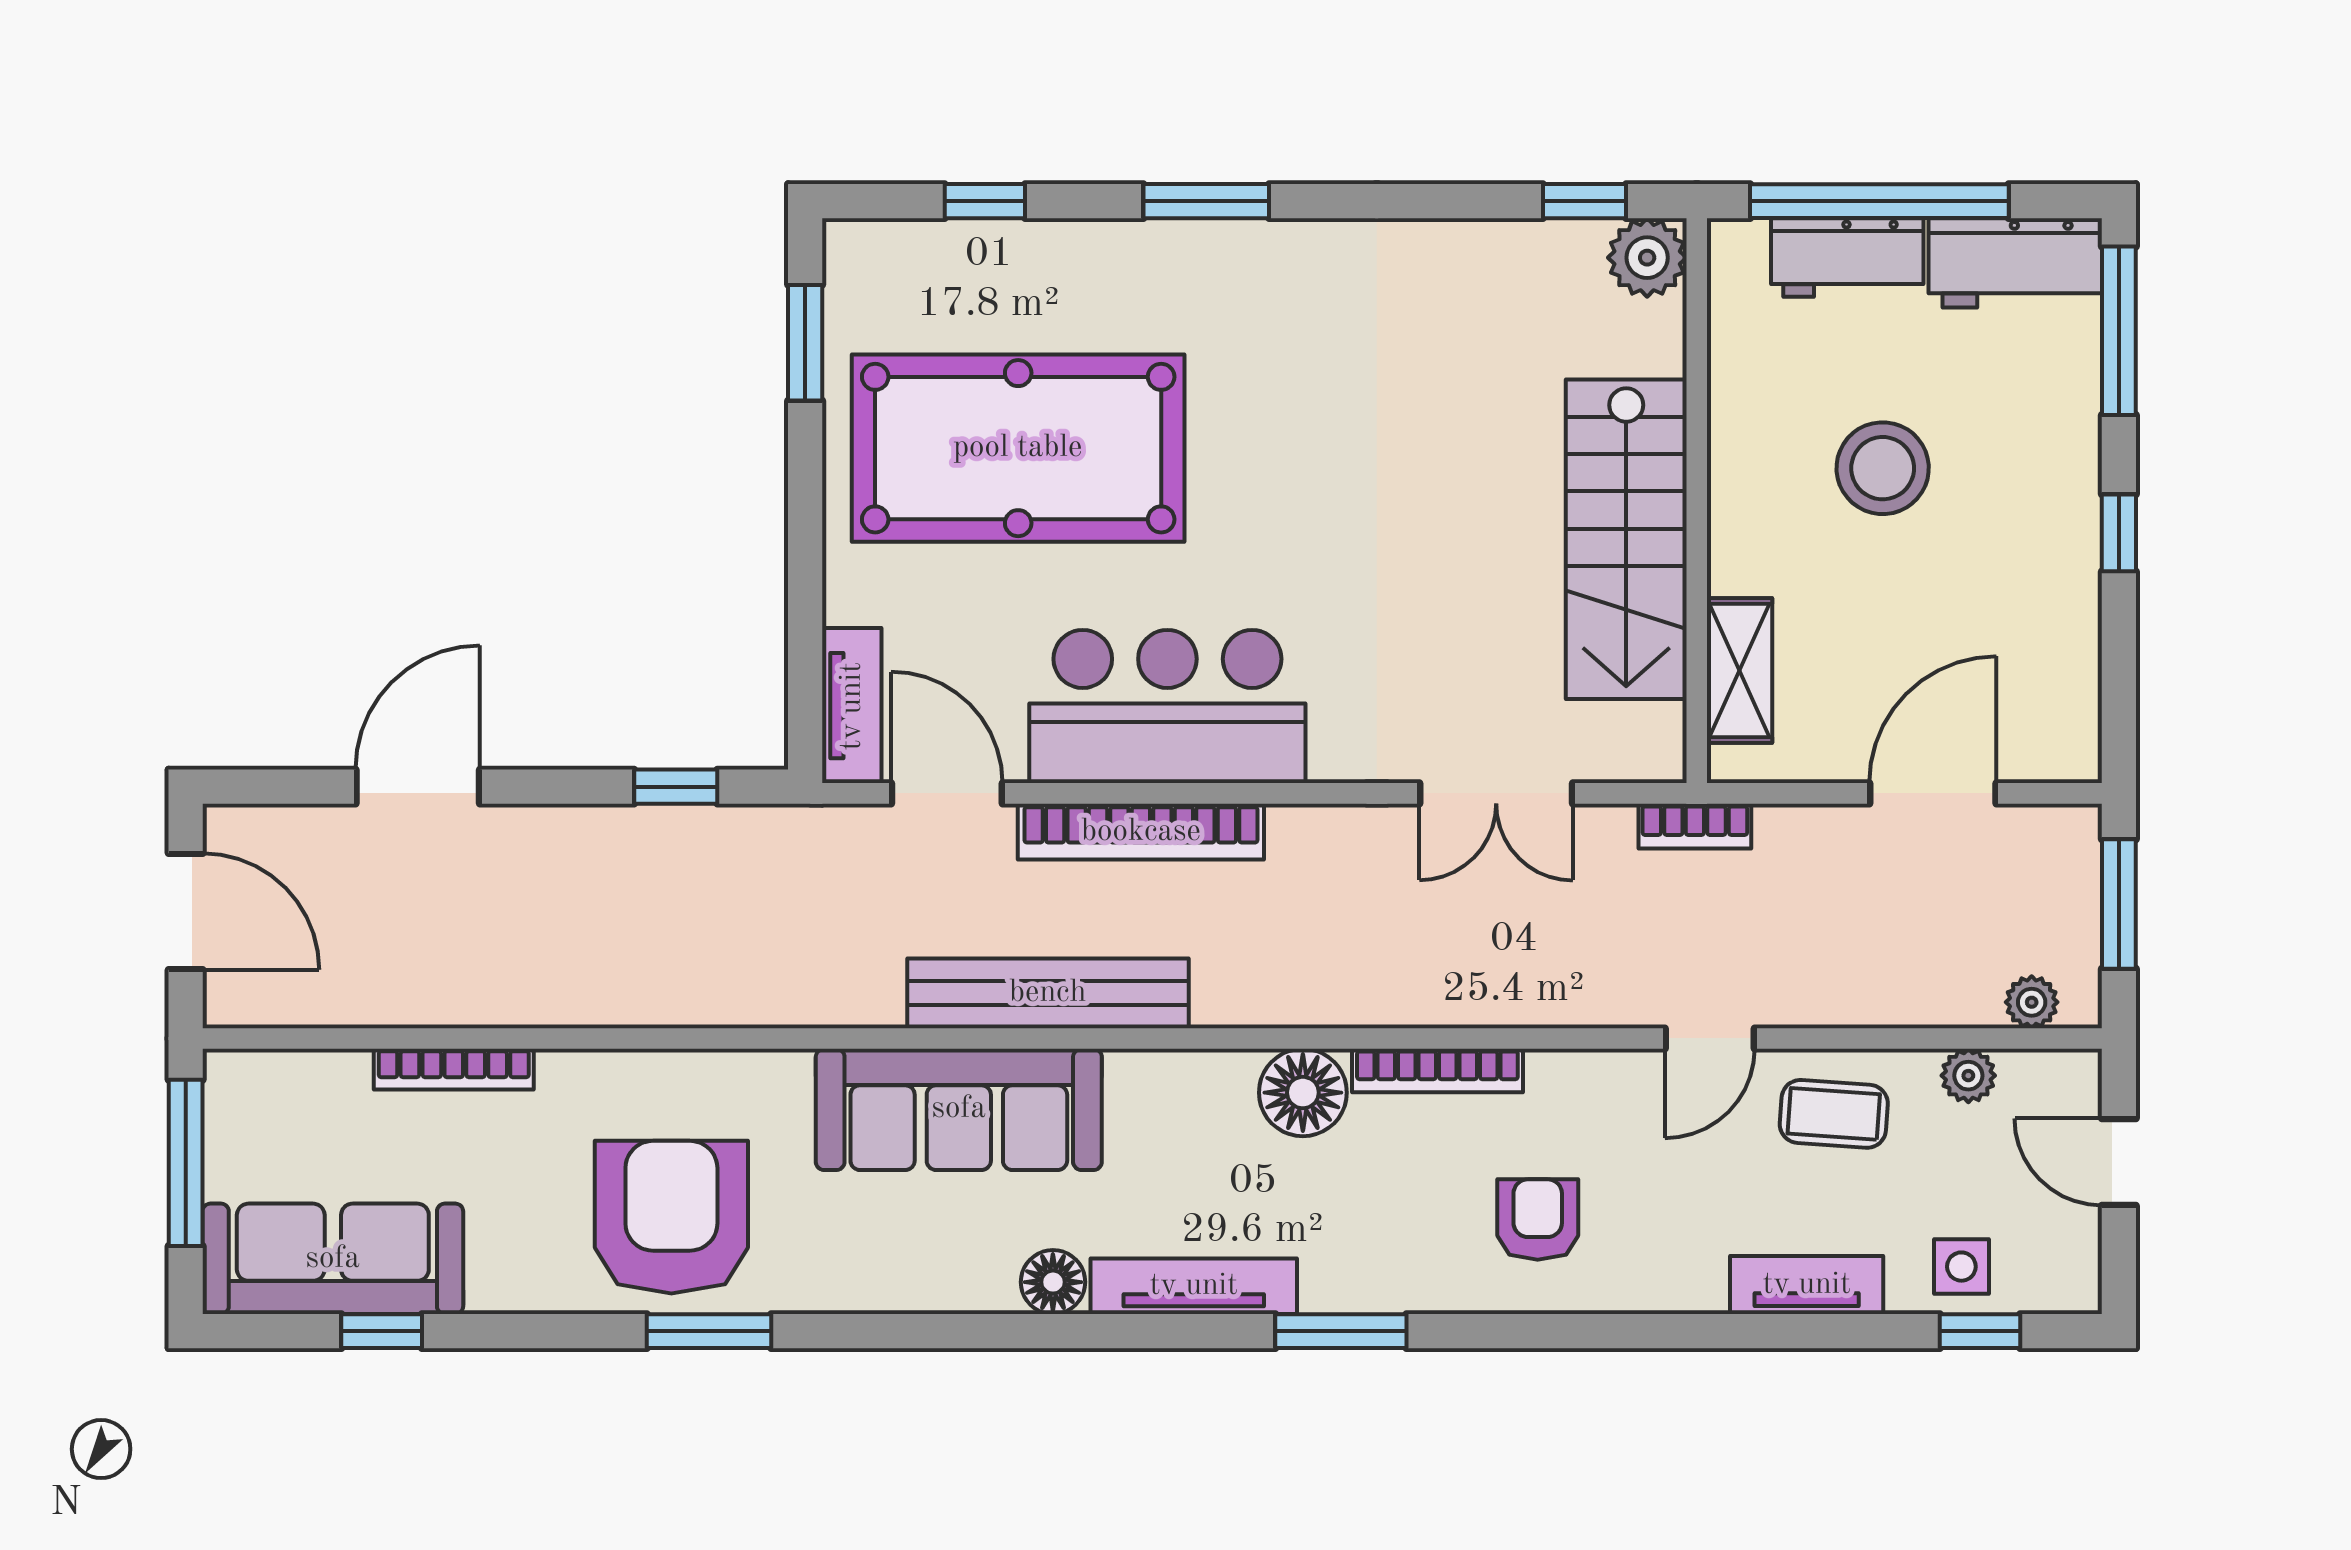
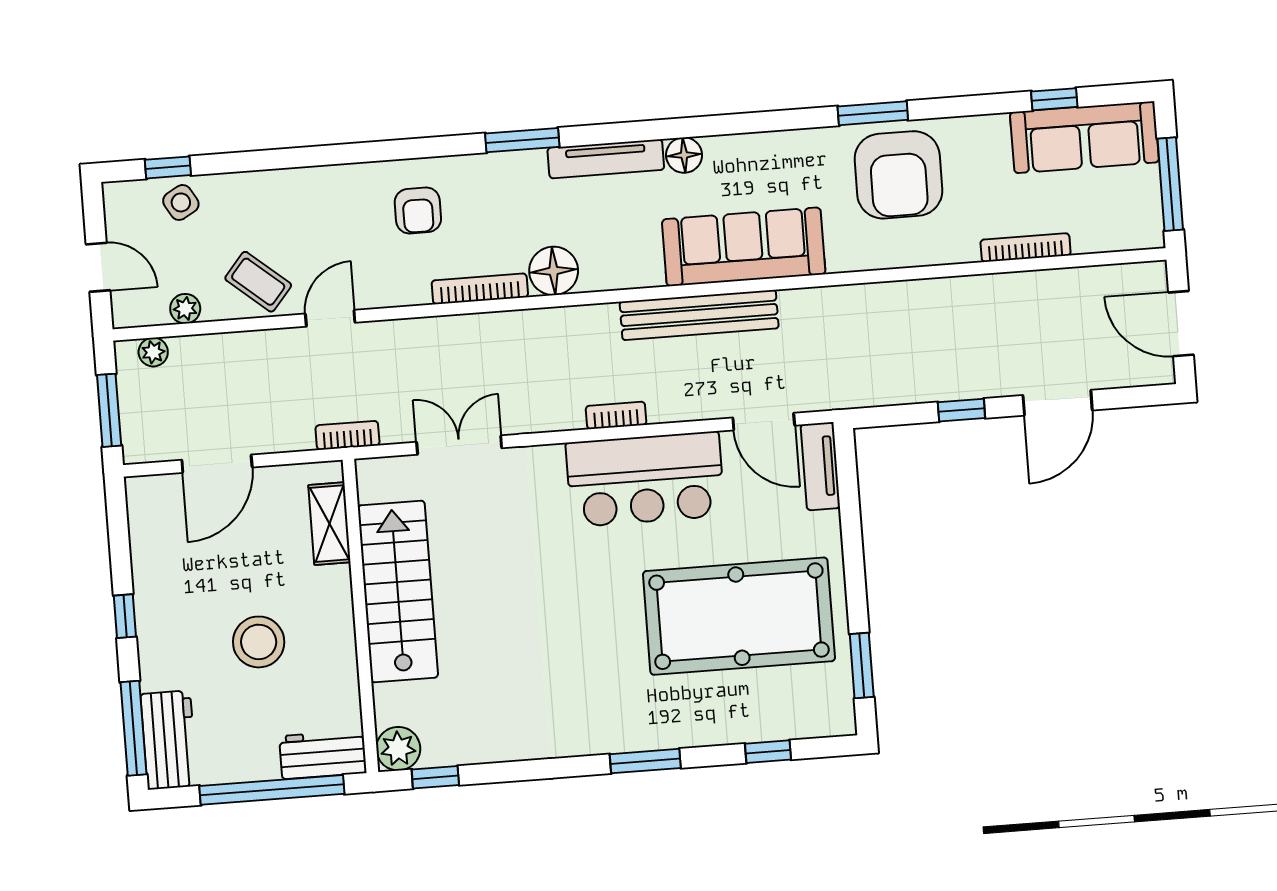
workbench: (1847, 258) -> (323, 754), moved
workbench: (2015, 263) -> (169, 740), moved, turned 90
window: (676, 787) -> (961, 410), moved
bookcase: (1141, 832) -> (616, 415), width x0.43, depth x0.76
coffee table: (1834, 1114) -> (258, 282), turned 36
side table: (1961, 1267) -> (181, 202), turned -30
tv unit: (1807, 1285) -> (266, 186), removed

